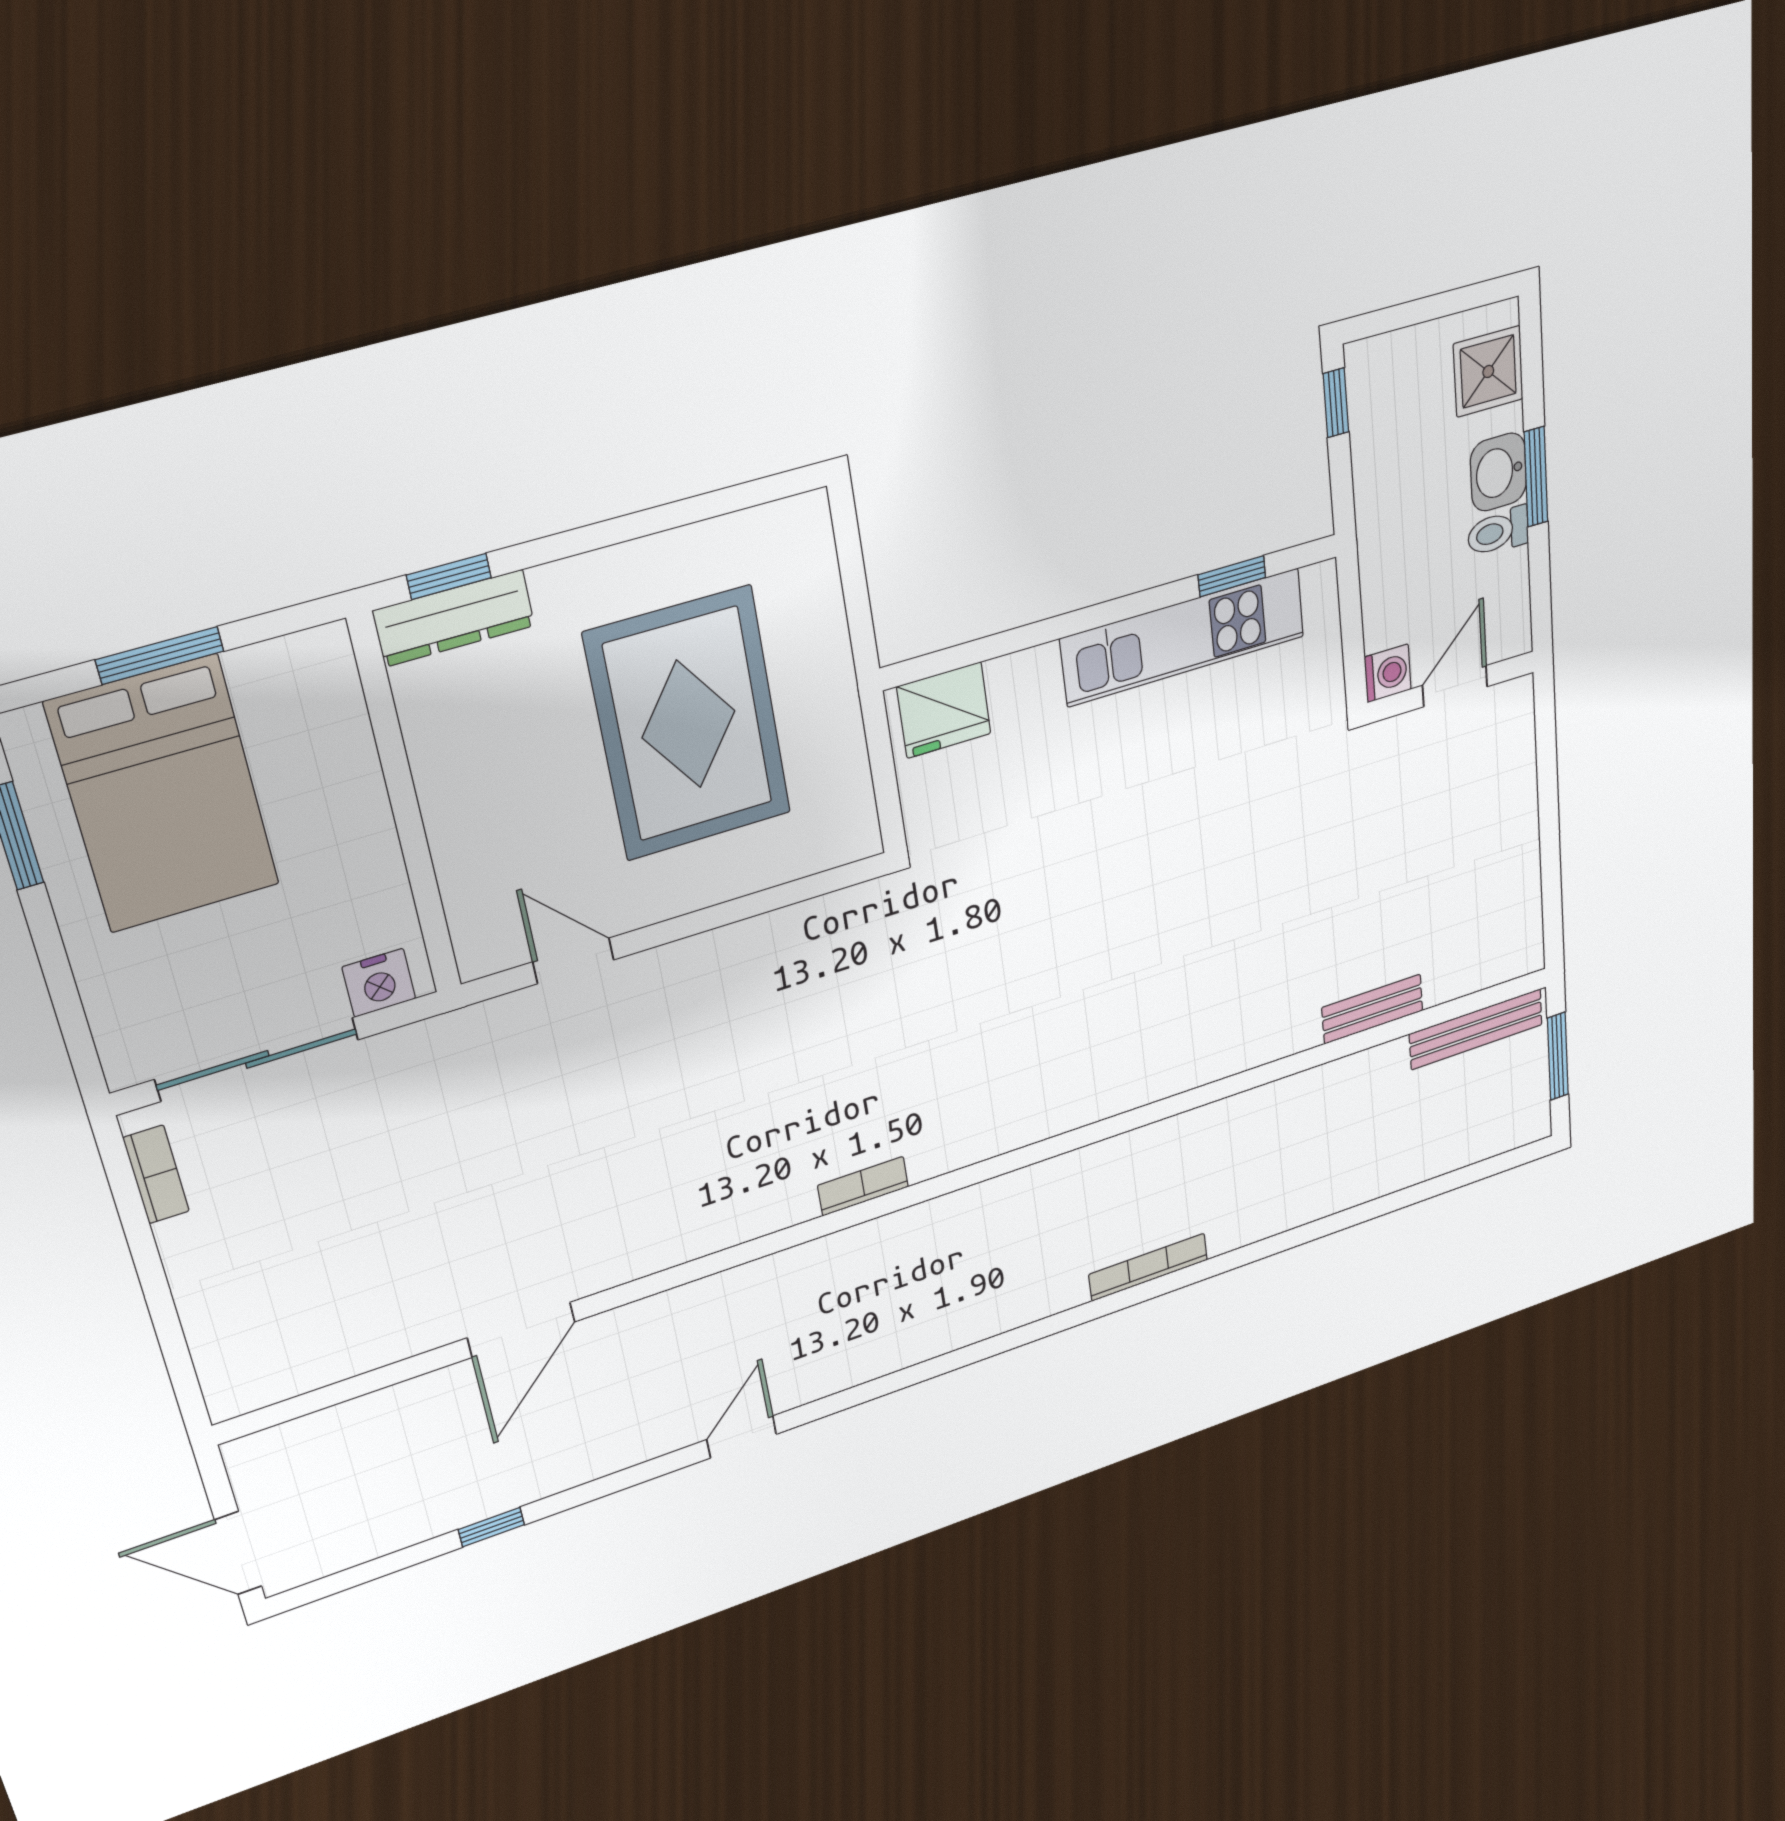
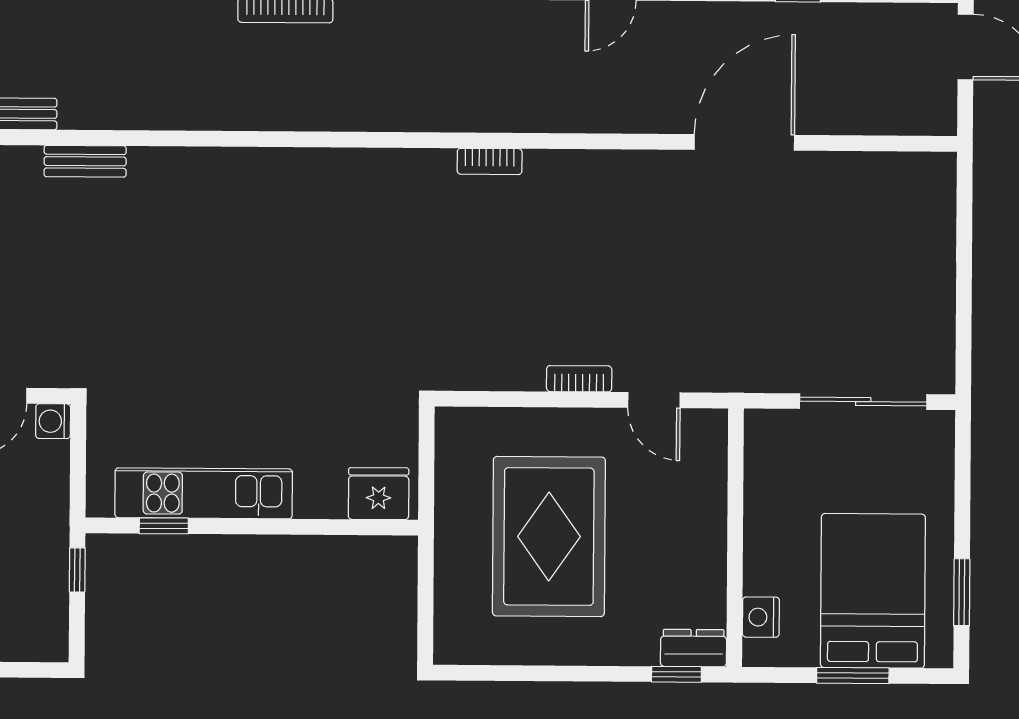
window: (1336, 403) -> (77, 570), moved
dresser: (454, 618) -> (694, 648), width x0.70
nightstand: (379, 983) -> (761, 617), moved, turned -90
bookcase: (156, 1175) -> (579, 379), moved, turned 90
door: (521, 1330) -> (744, 142), width x1.36

